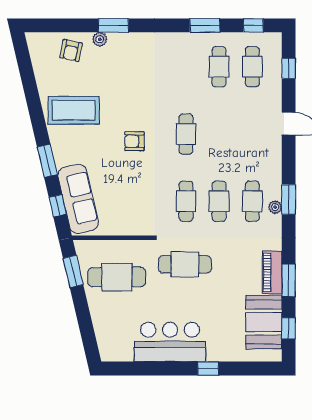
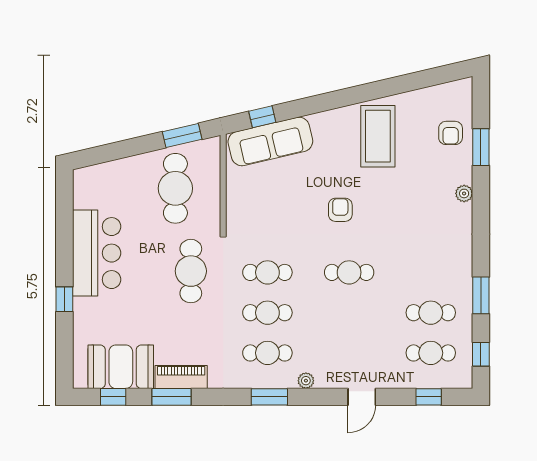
window: (113, 25) -> (481, 147), moved
plant: (100, 39) -> (464, 193), moved
armchair: (71, 50) -> (451, 133), turned -102
window: (47, 161) -> (317, 104), removed
plant: (275, 207) -> (306, 381), moved

